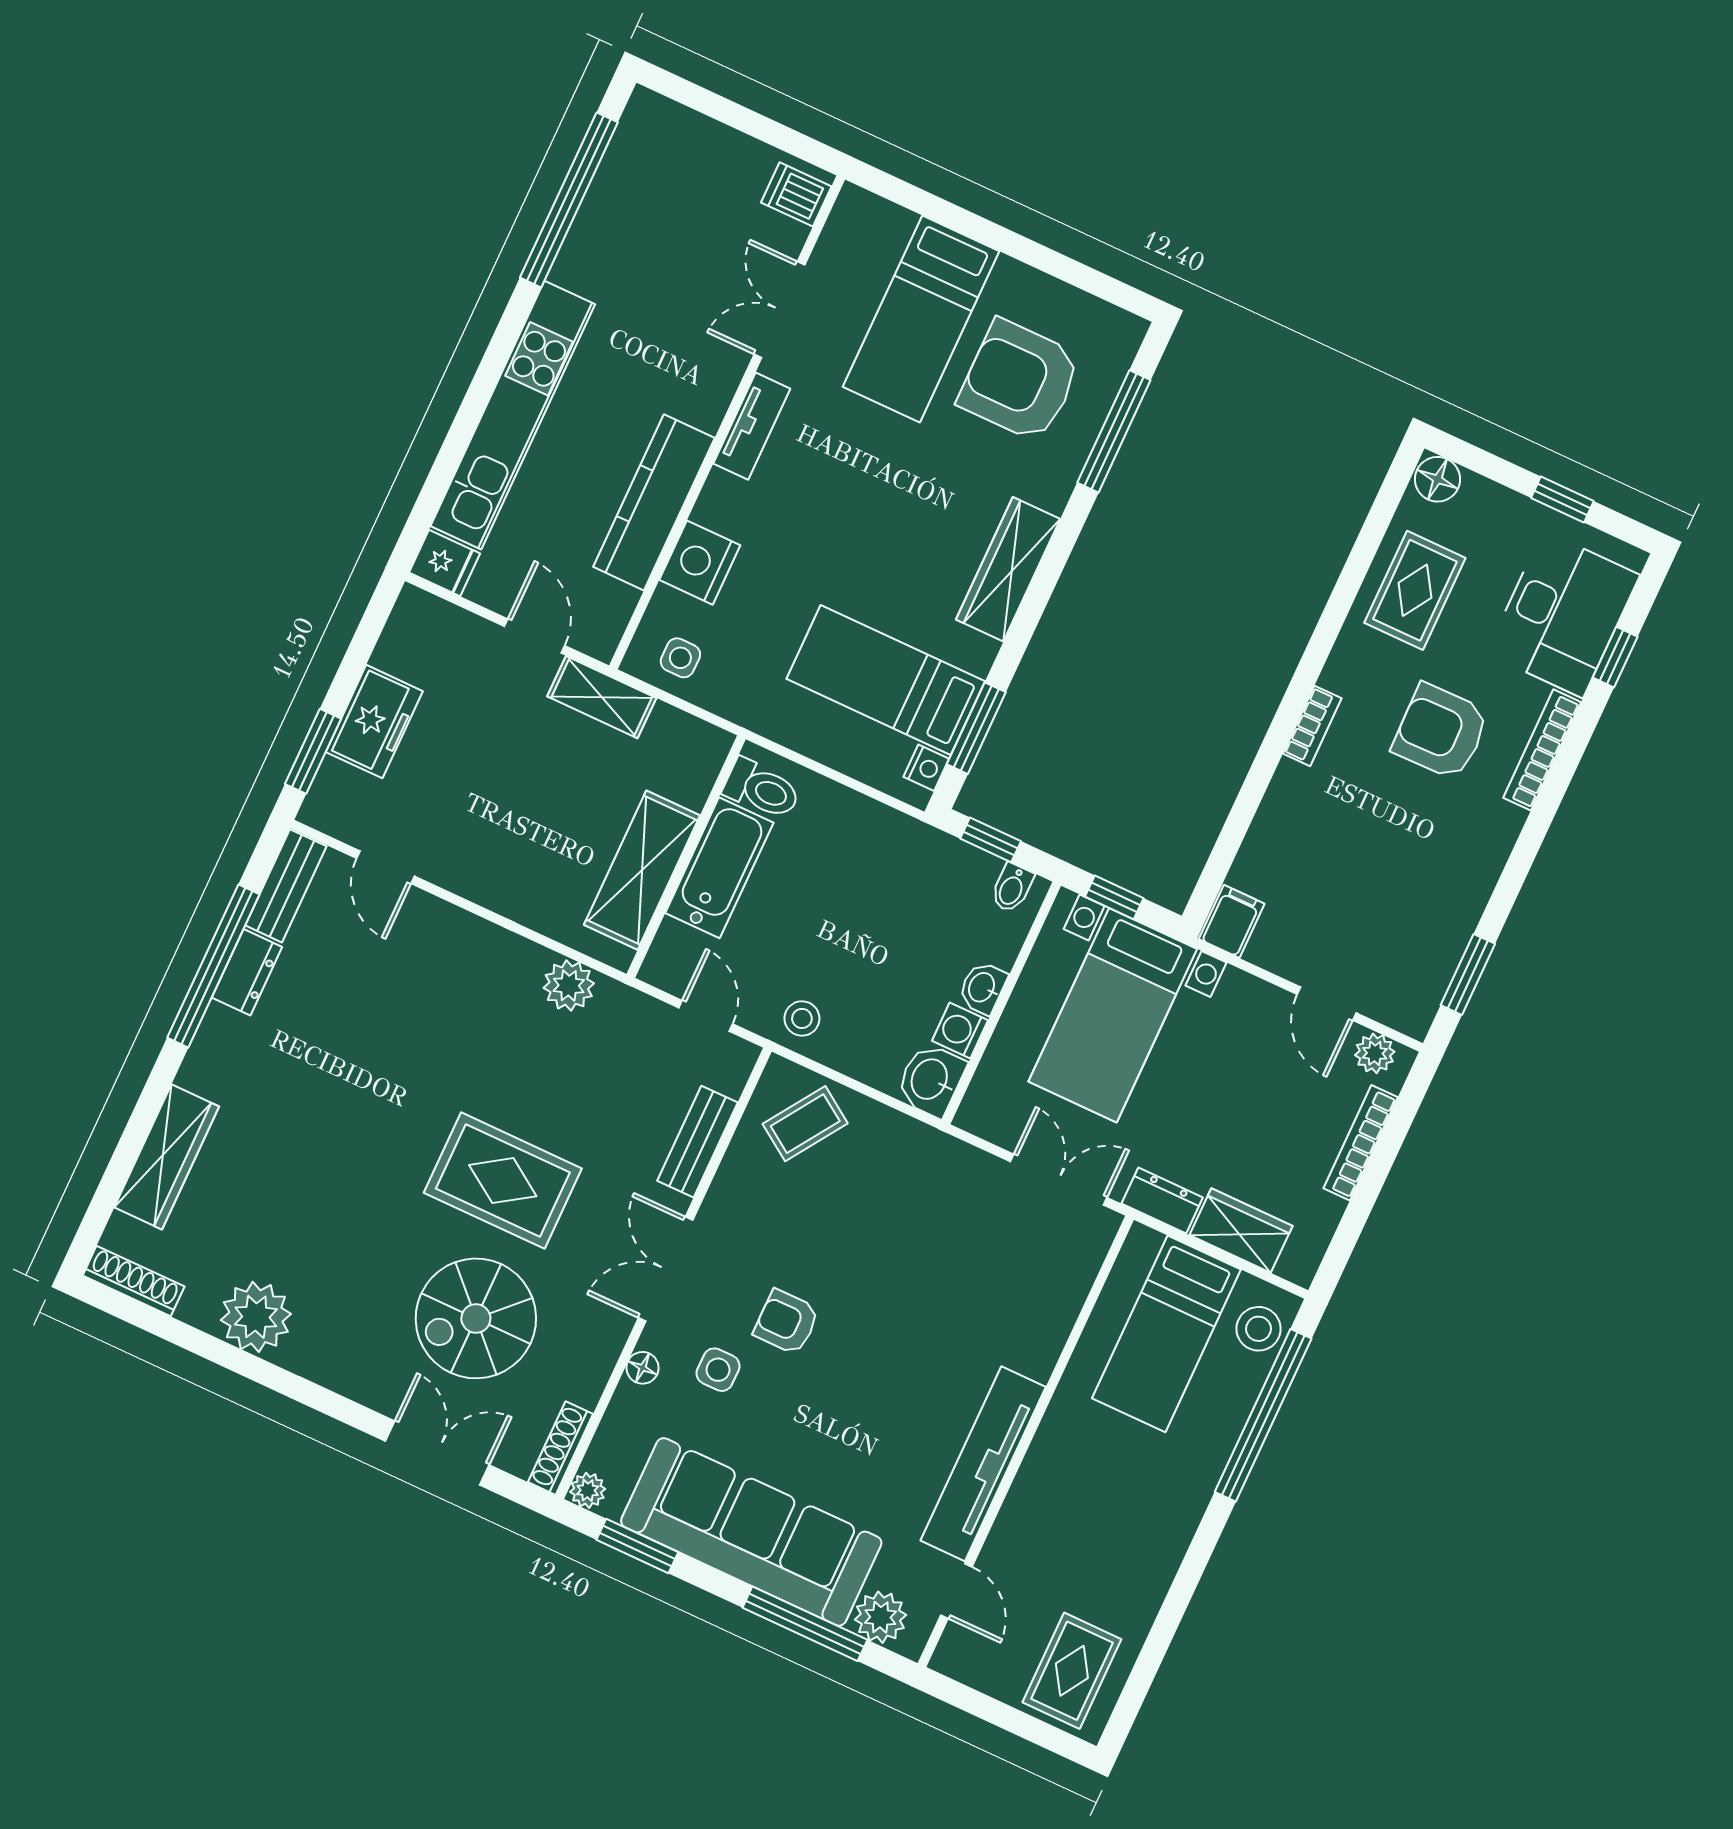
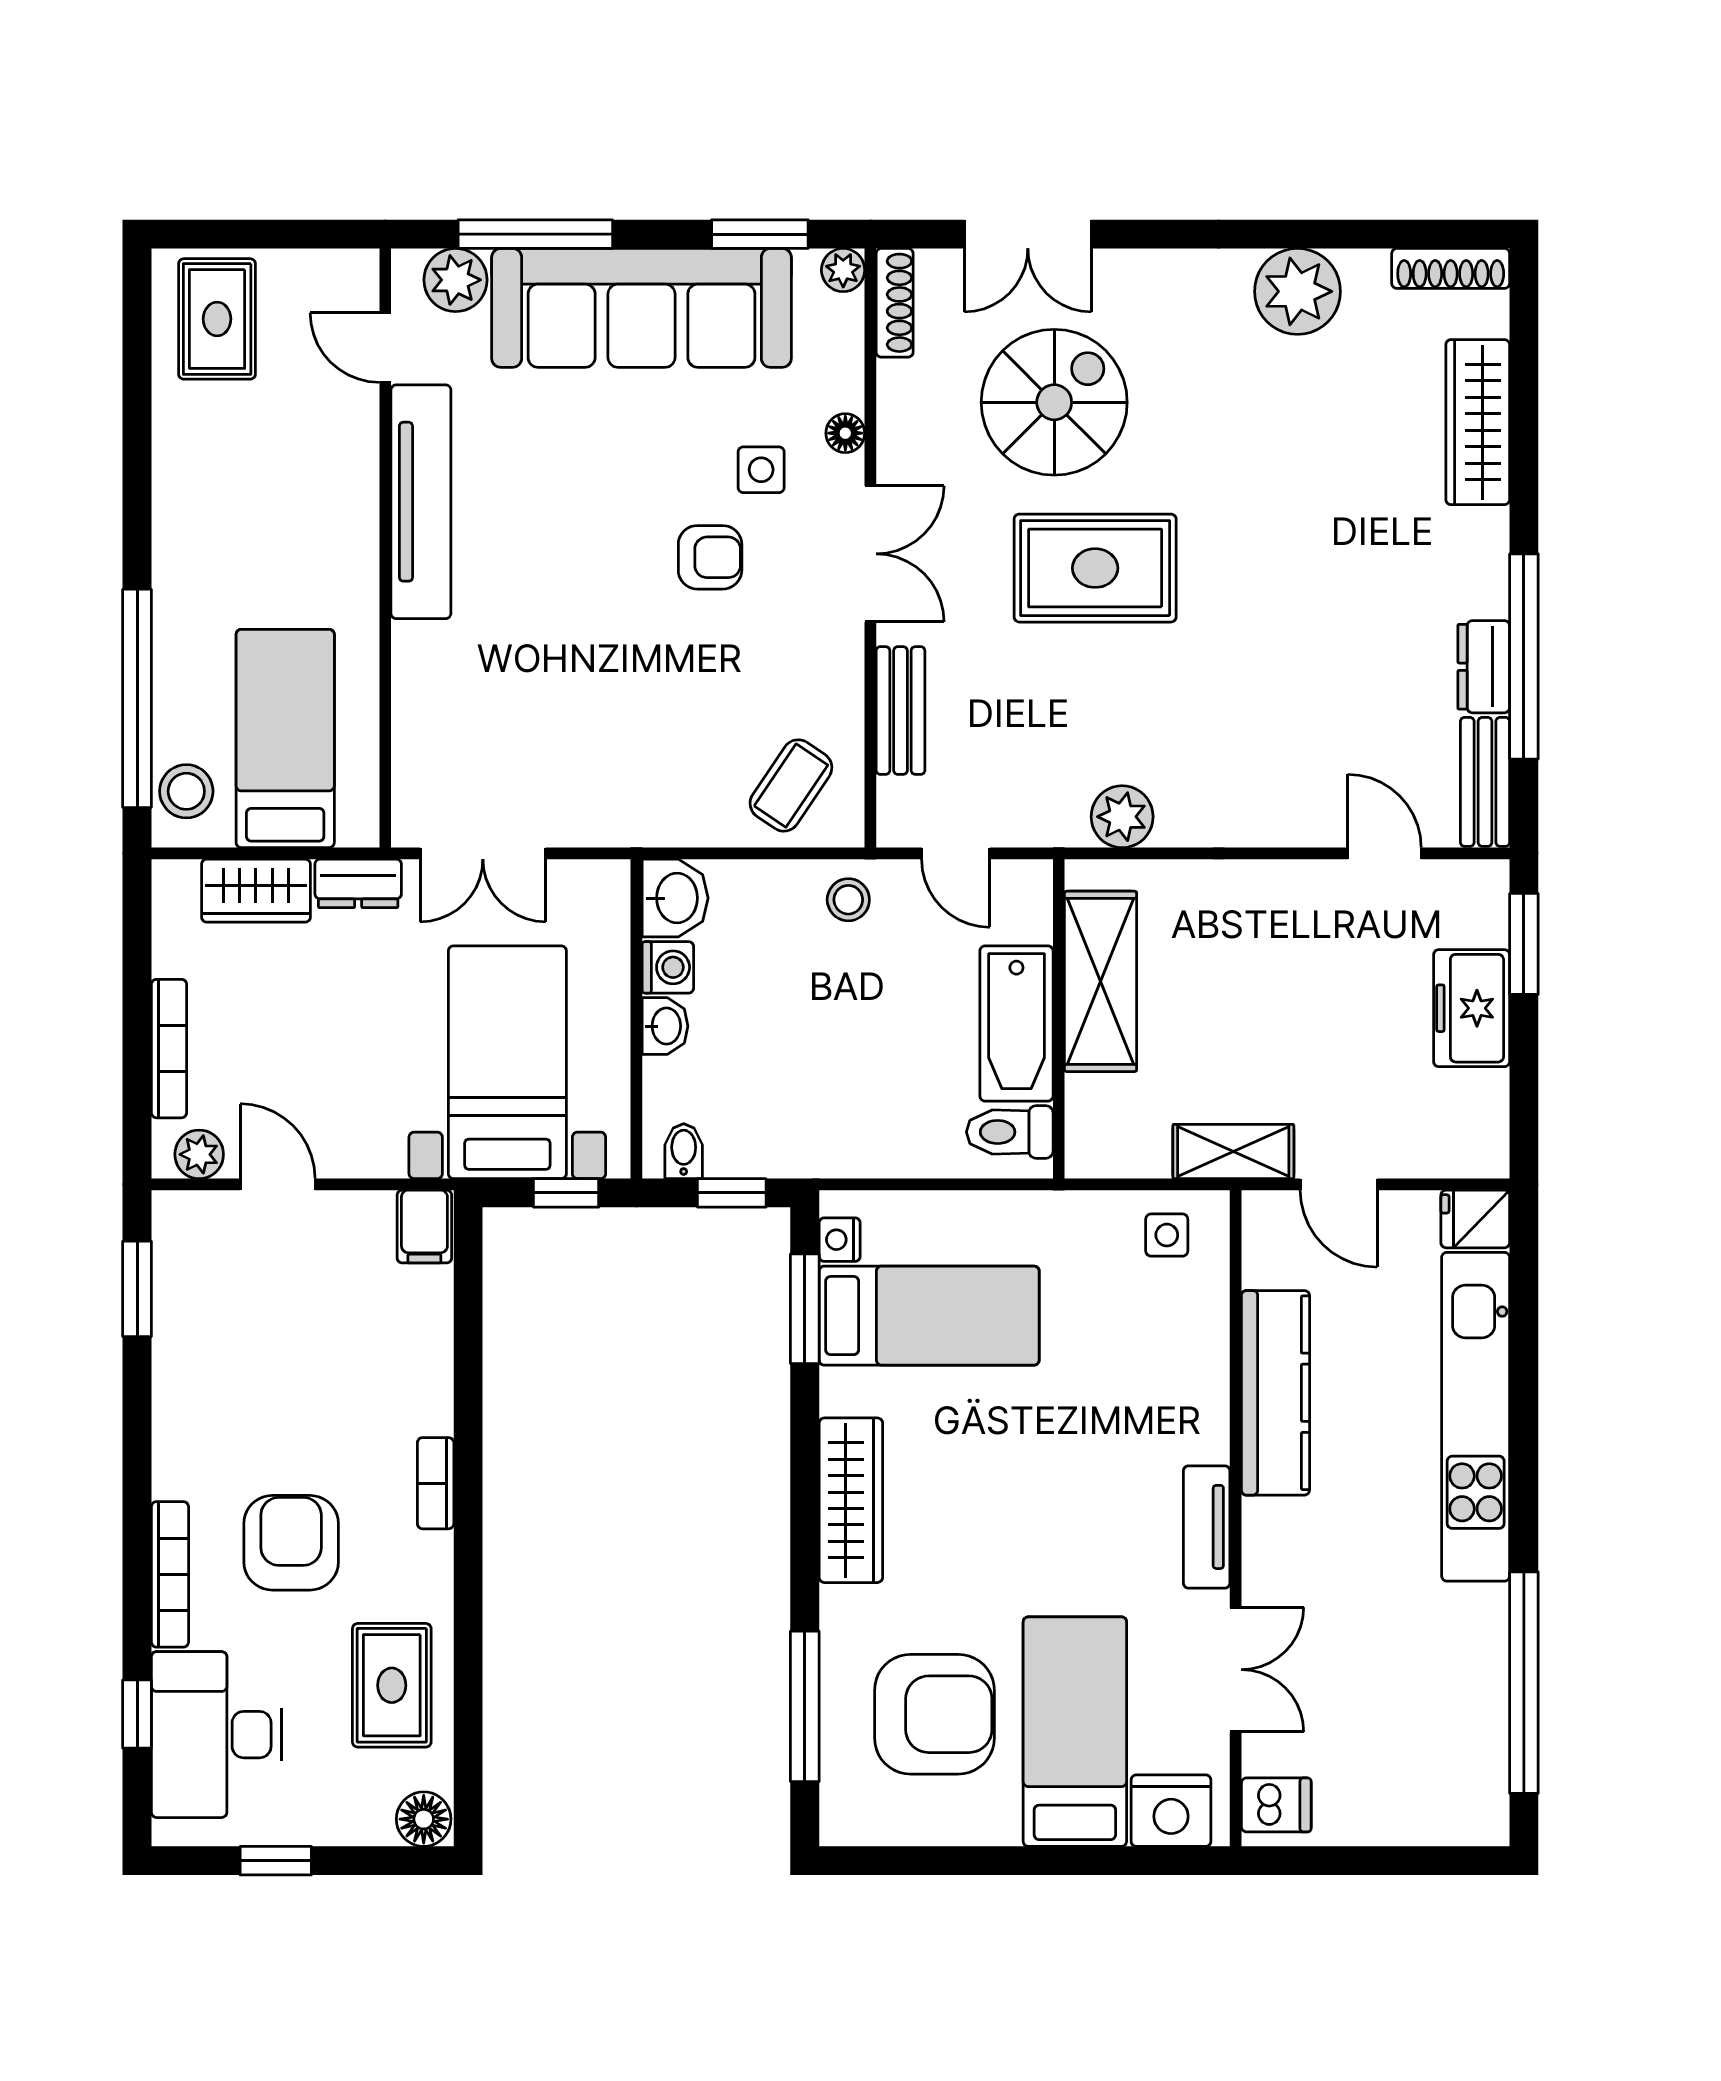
nightstand: (700, 563) -> (1171, 1811), moved, turned 90
armchair: (1441, 732) -> (291, 1543), turned -89

